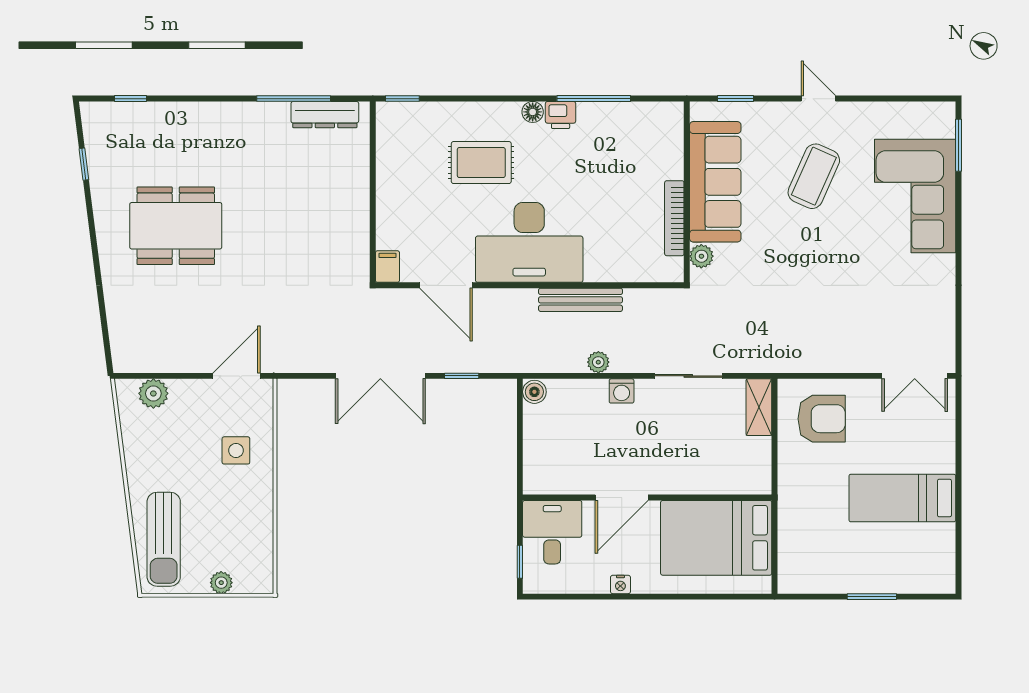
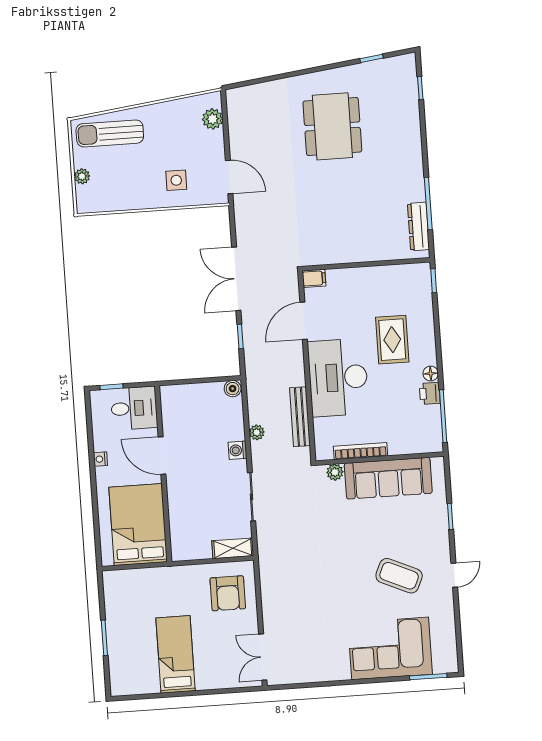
sofa: (715, 182) -> (388, 478), moved
wall: (687, 192) -> (380, 459), moved
bookcase: (674, 218) -> (360, 451), moved
plant: (701, 256) -> (335, 472), moved

